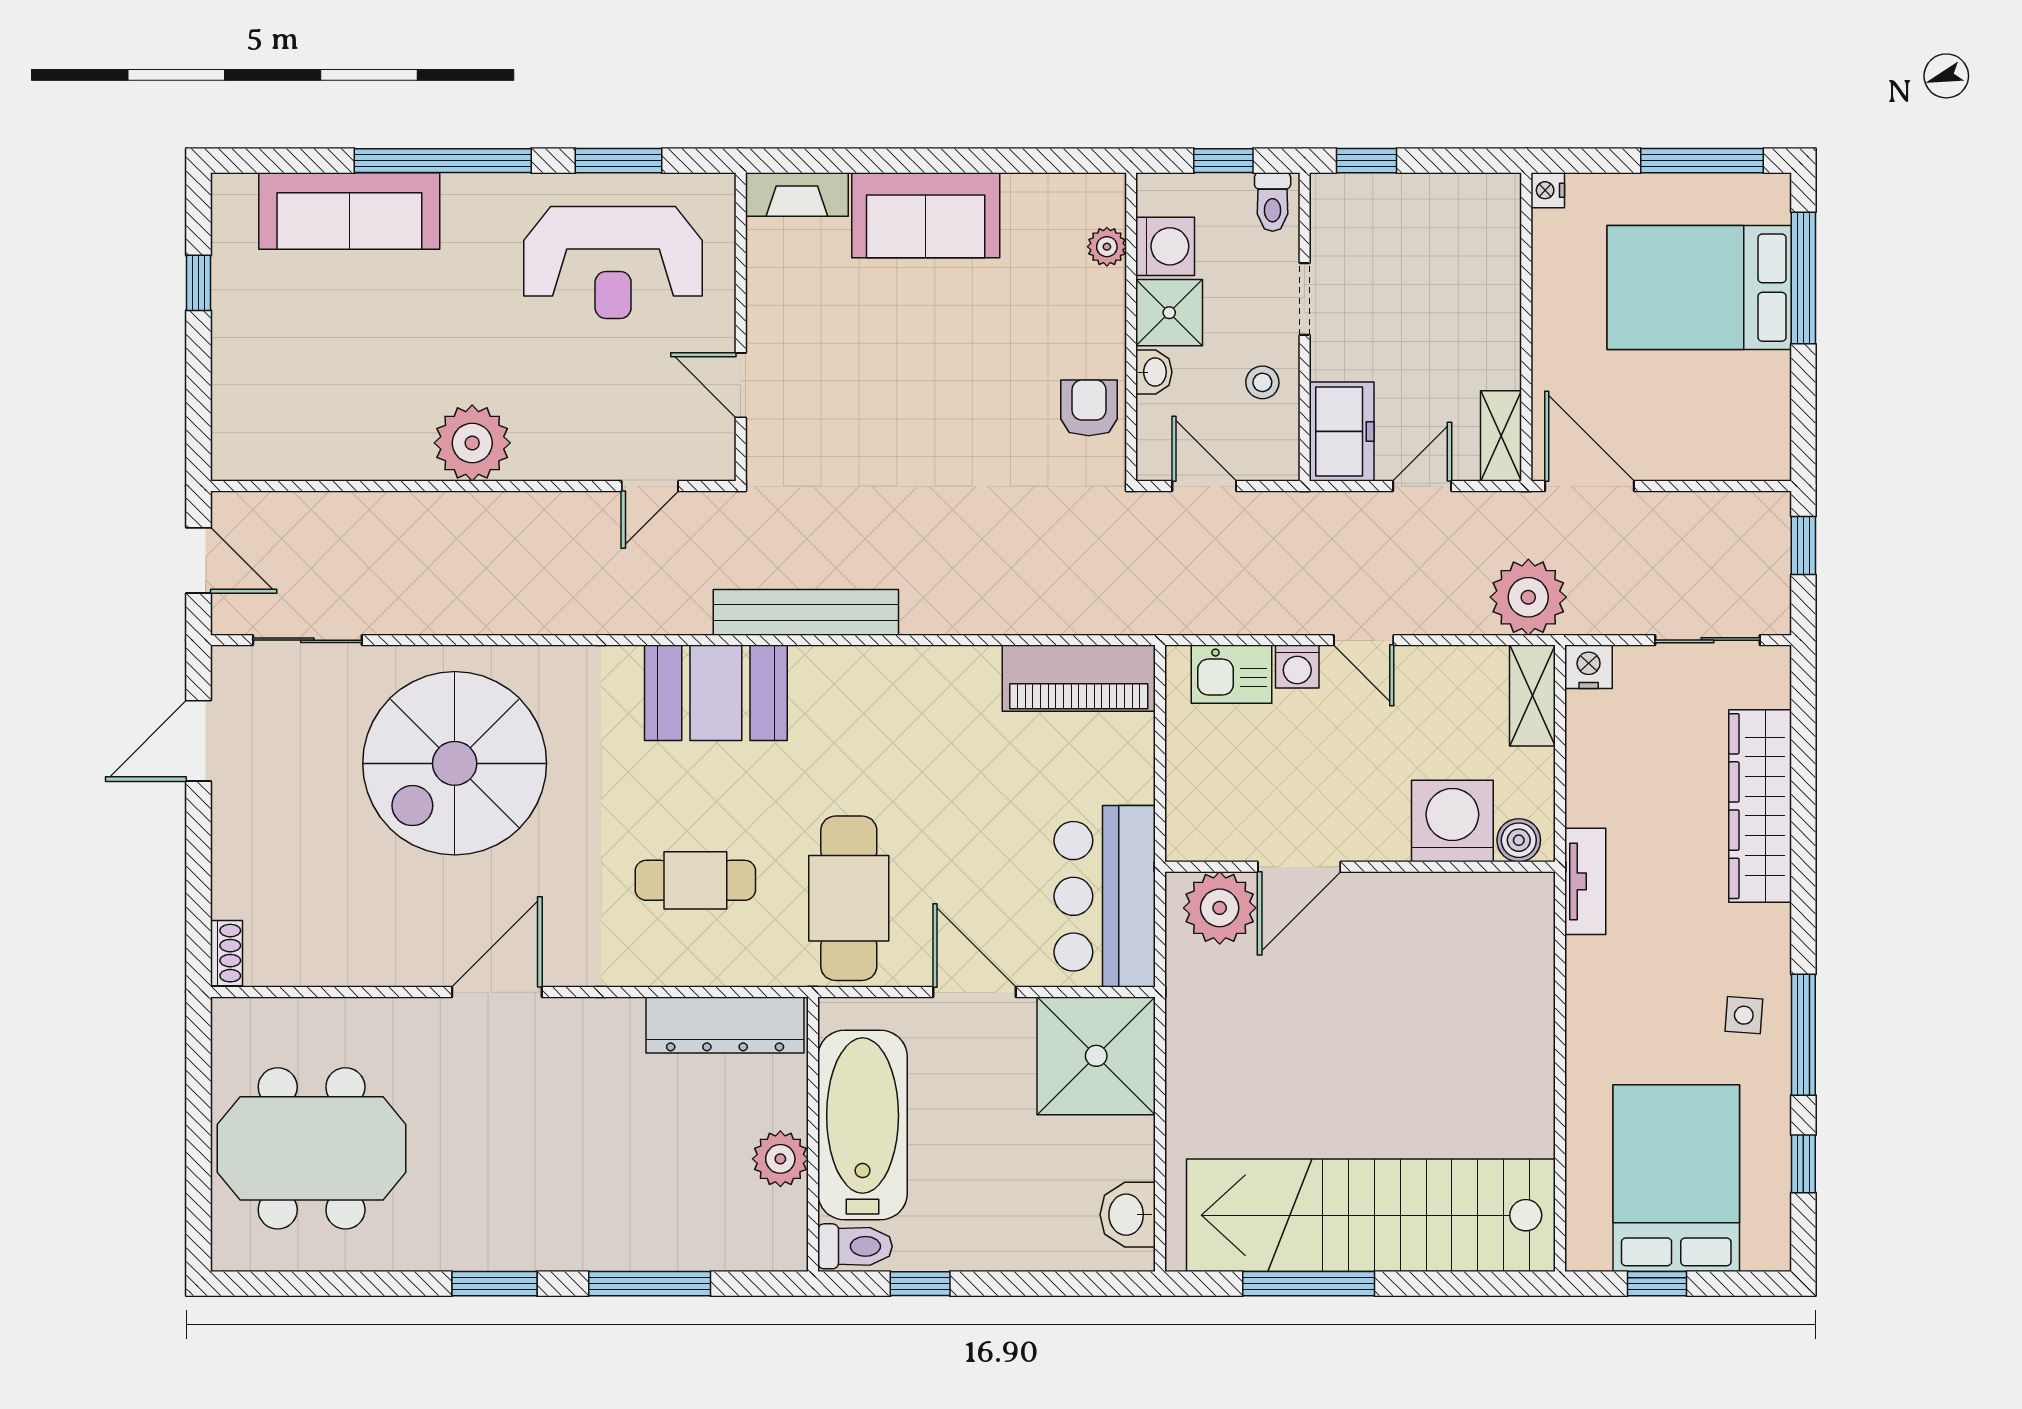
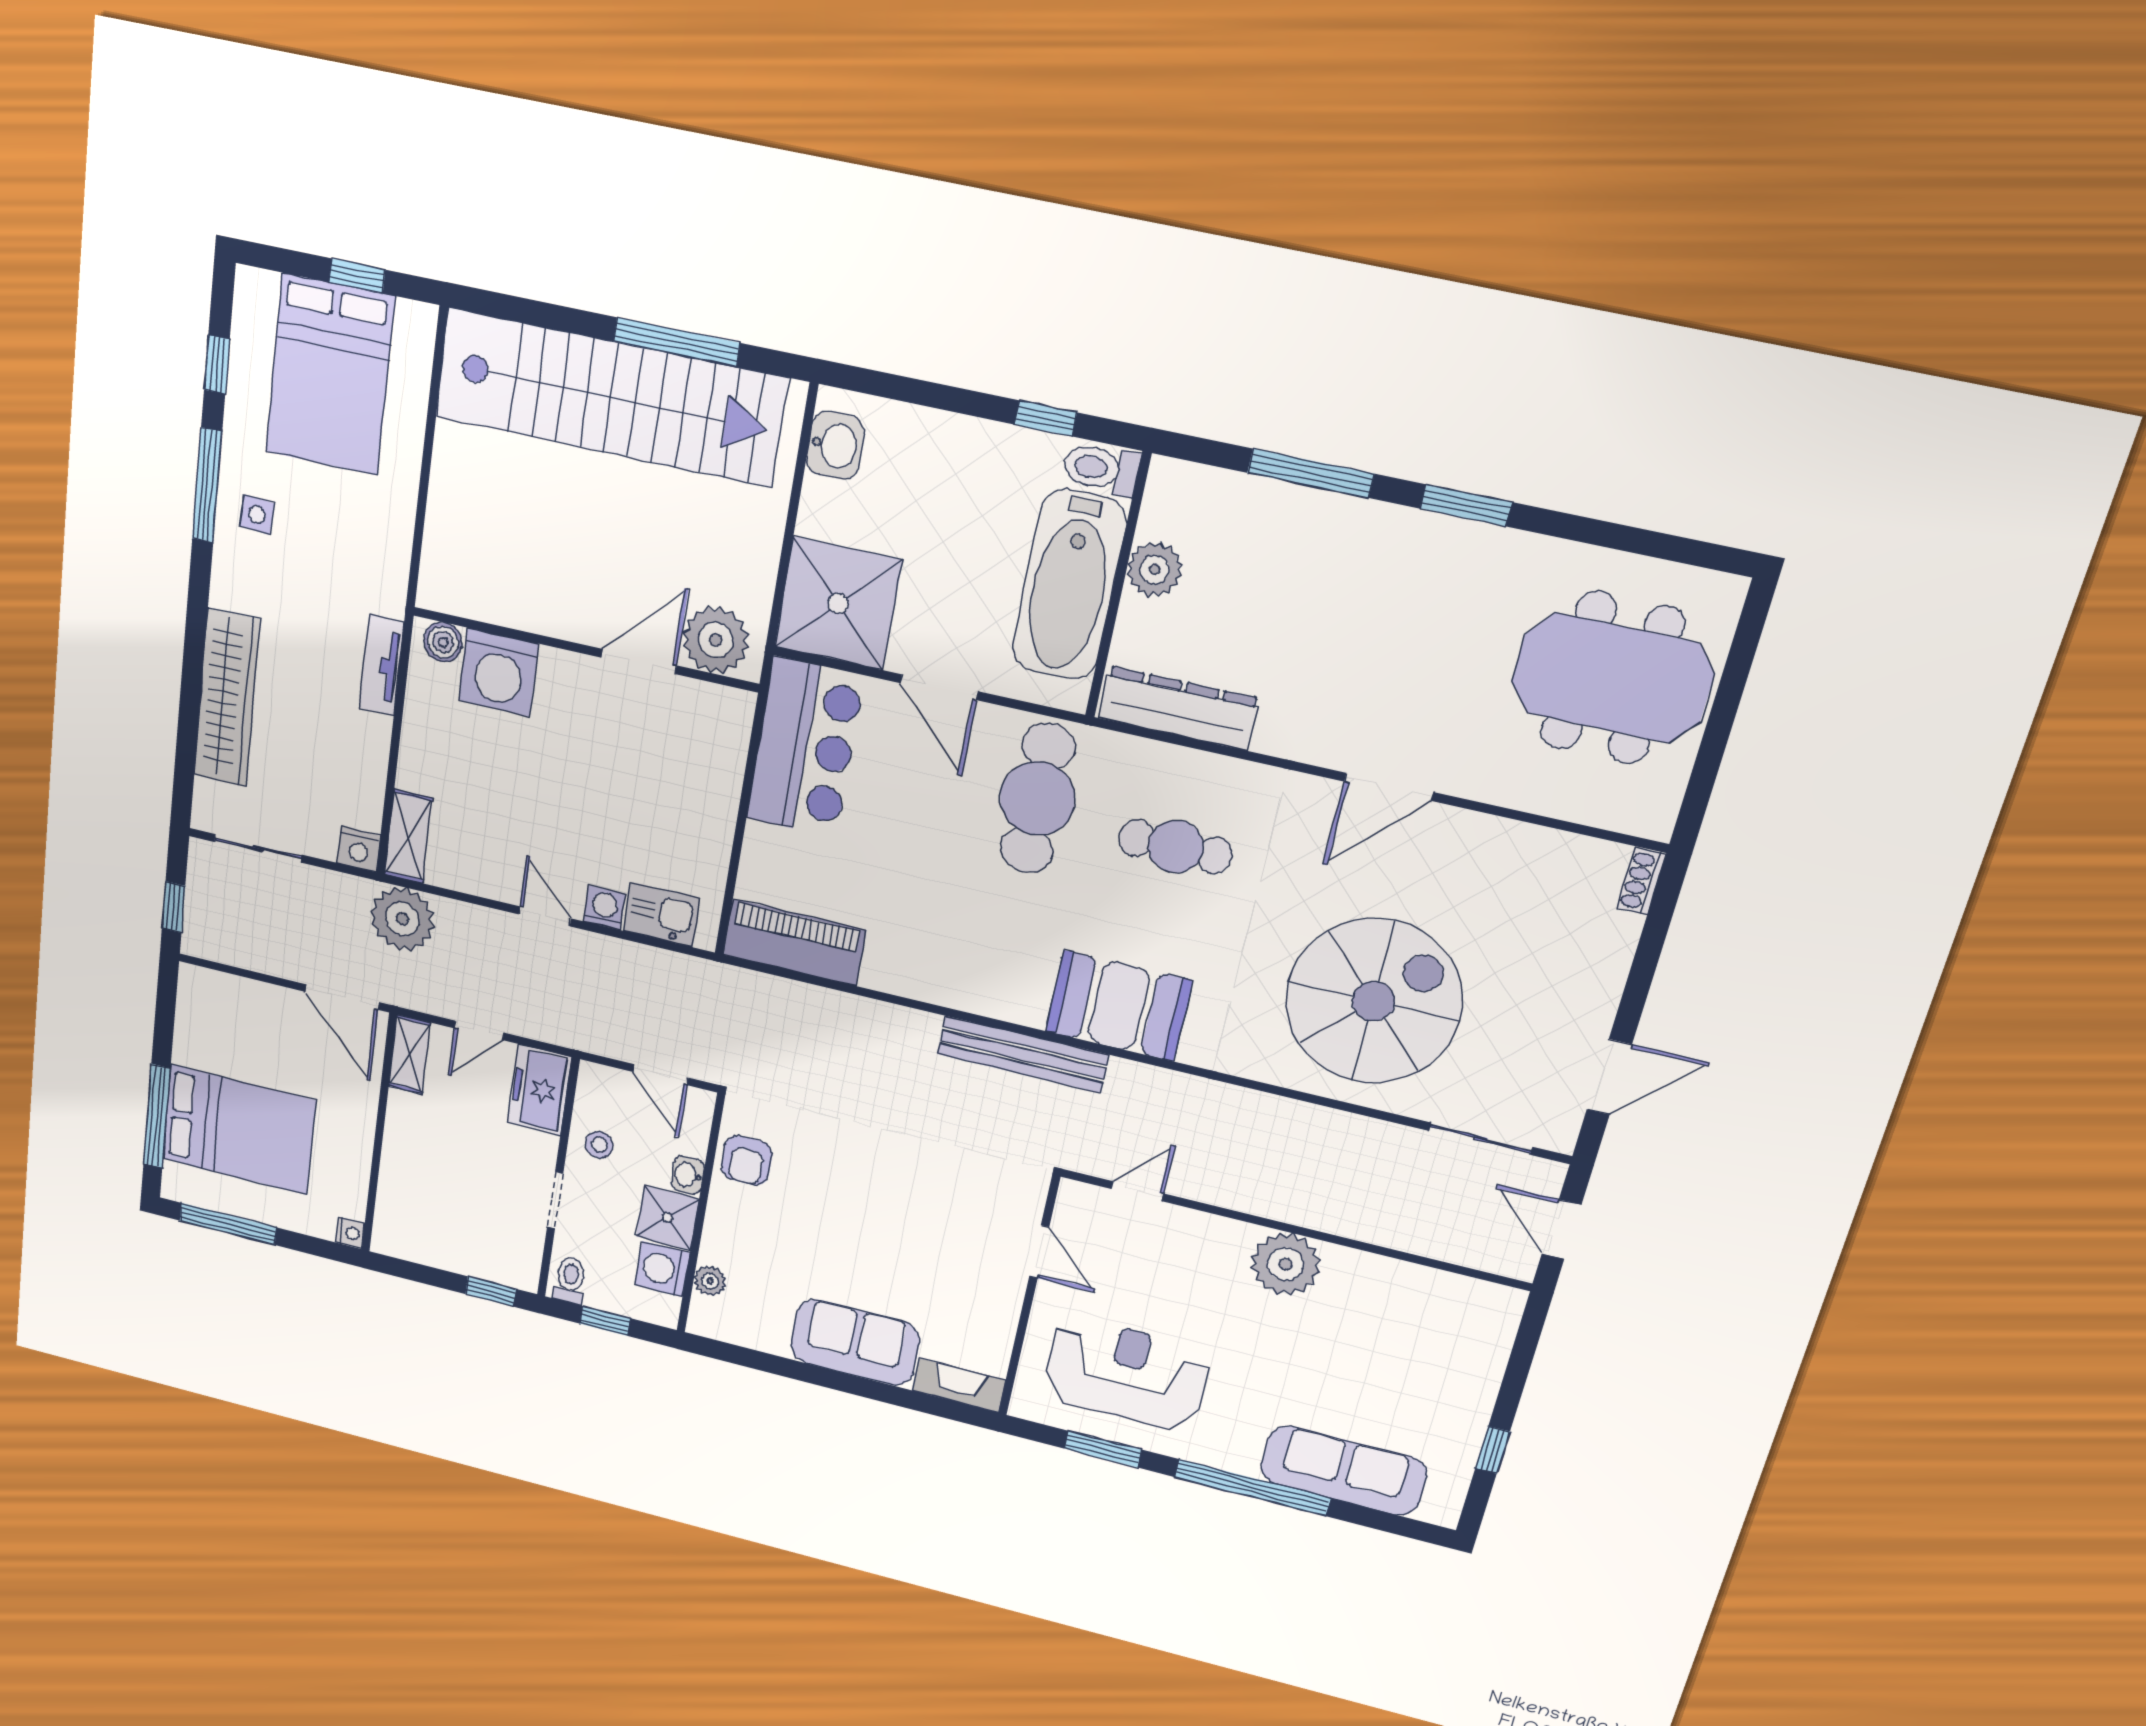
washing machine: (1452, 821) -> (499, 672), moved
boiler: (1519, 840) -> (443, 642), moved
door: (1299, 867) -> (639, 662), moved
wall: (1360, 867) -> (585, 649), moved
plant: (1220, 908) -> (716, 640), moved

